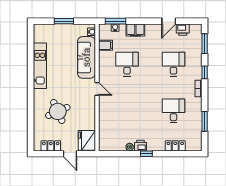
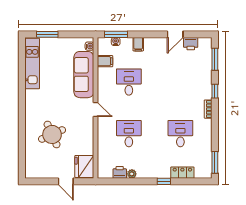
window: (64, 21) -> (47, 34), moved
filing cabinet: (135, 30) -> (138, 44), width x0.50
desk: (173, 64) -> (129, 134), moved
kitchen unit: (40, 66) -> (32, 64), moved
window: (205, 121) -> (215, 162), moved
locker: (51, 146) -> (44, 173), removed
printer: (141, 146) -> (120, 172), moved
window: (146, 154) -> (164, 181), moved

